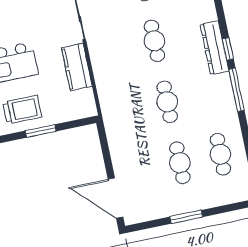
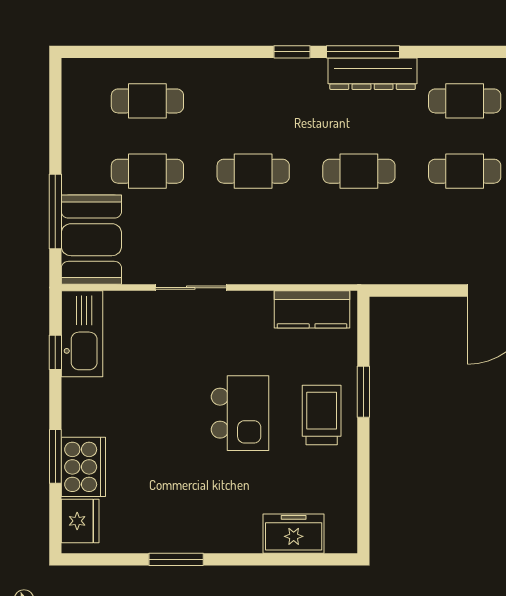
dresser: (214, 48) -> (373, 74), moved
kitchen counter: (77, 67) -> (312, 309), moved

